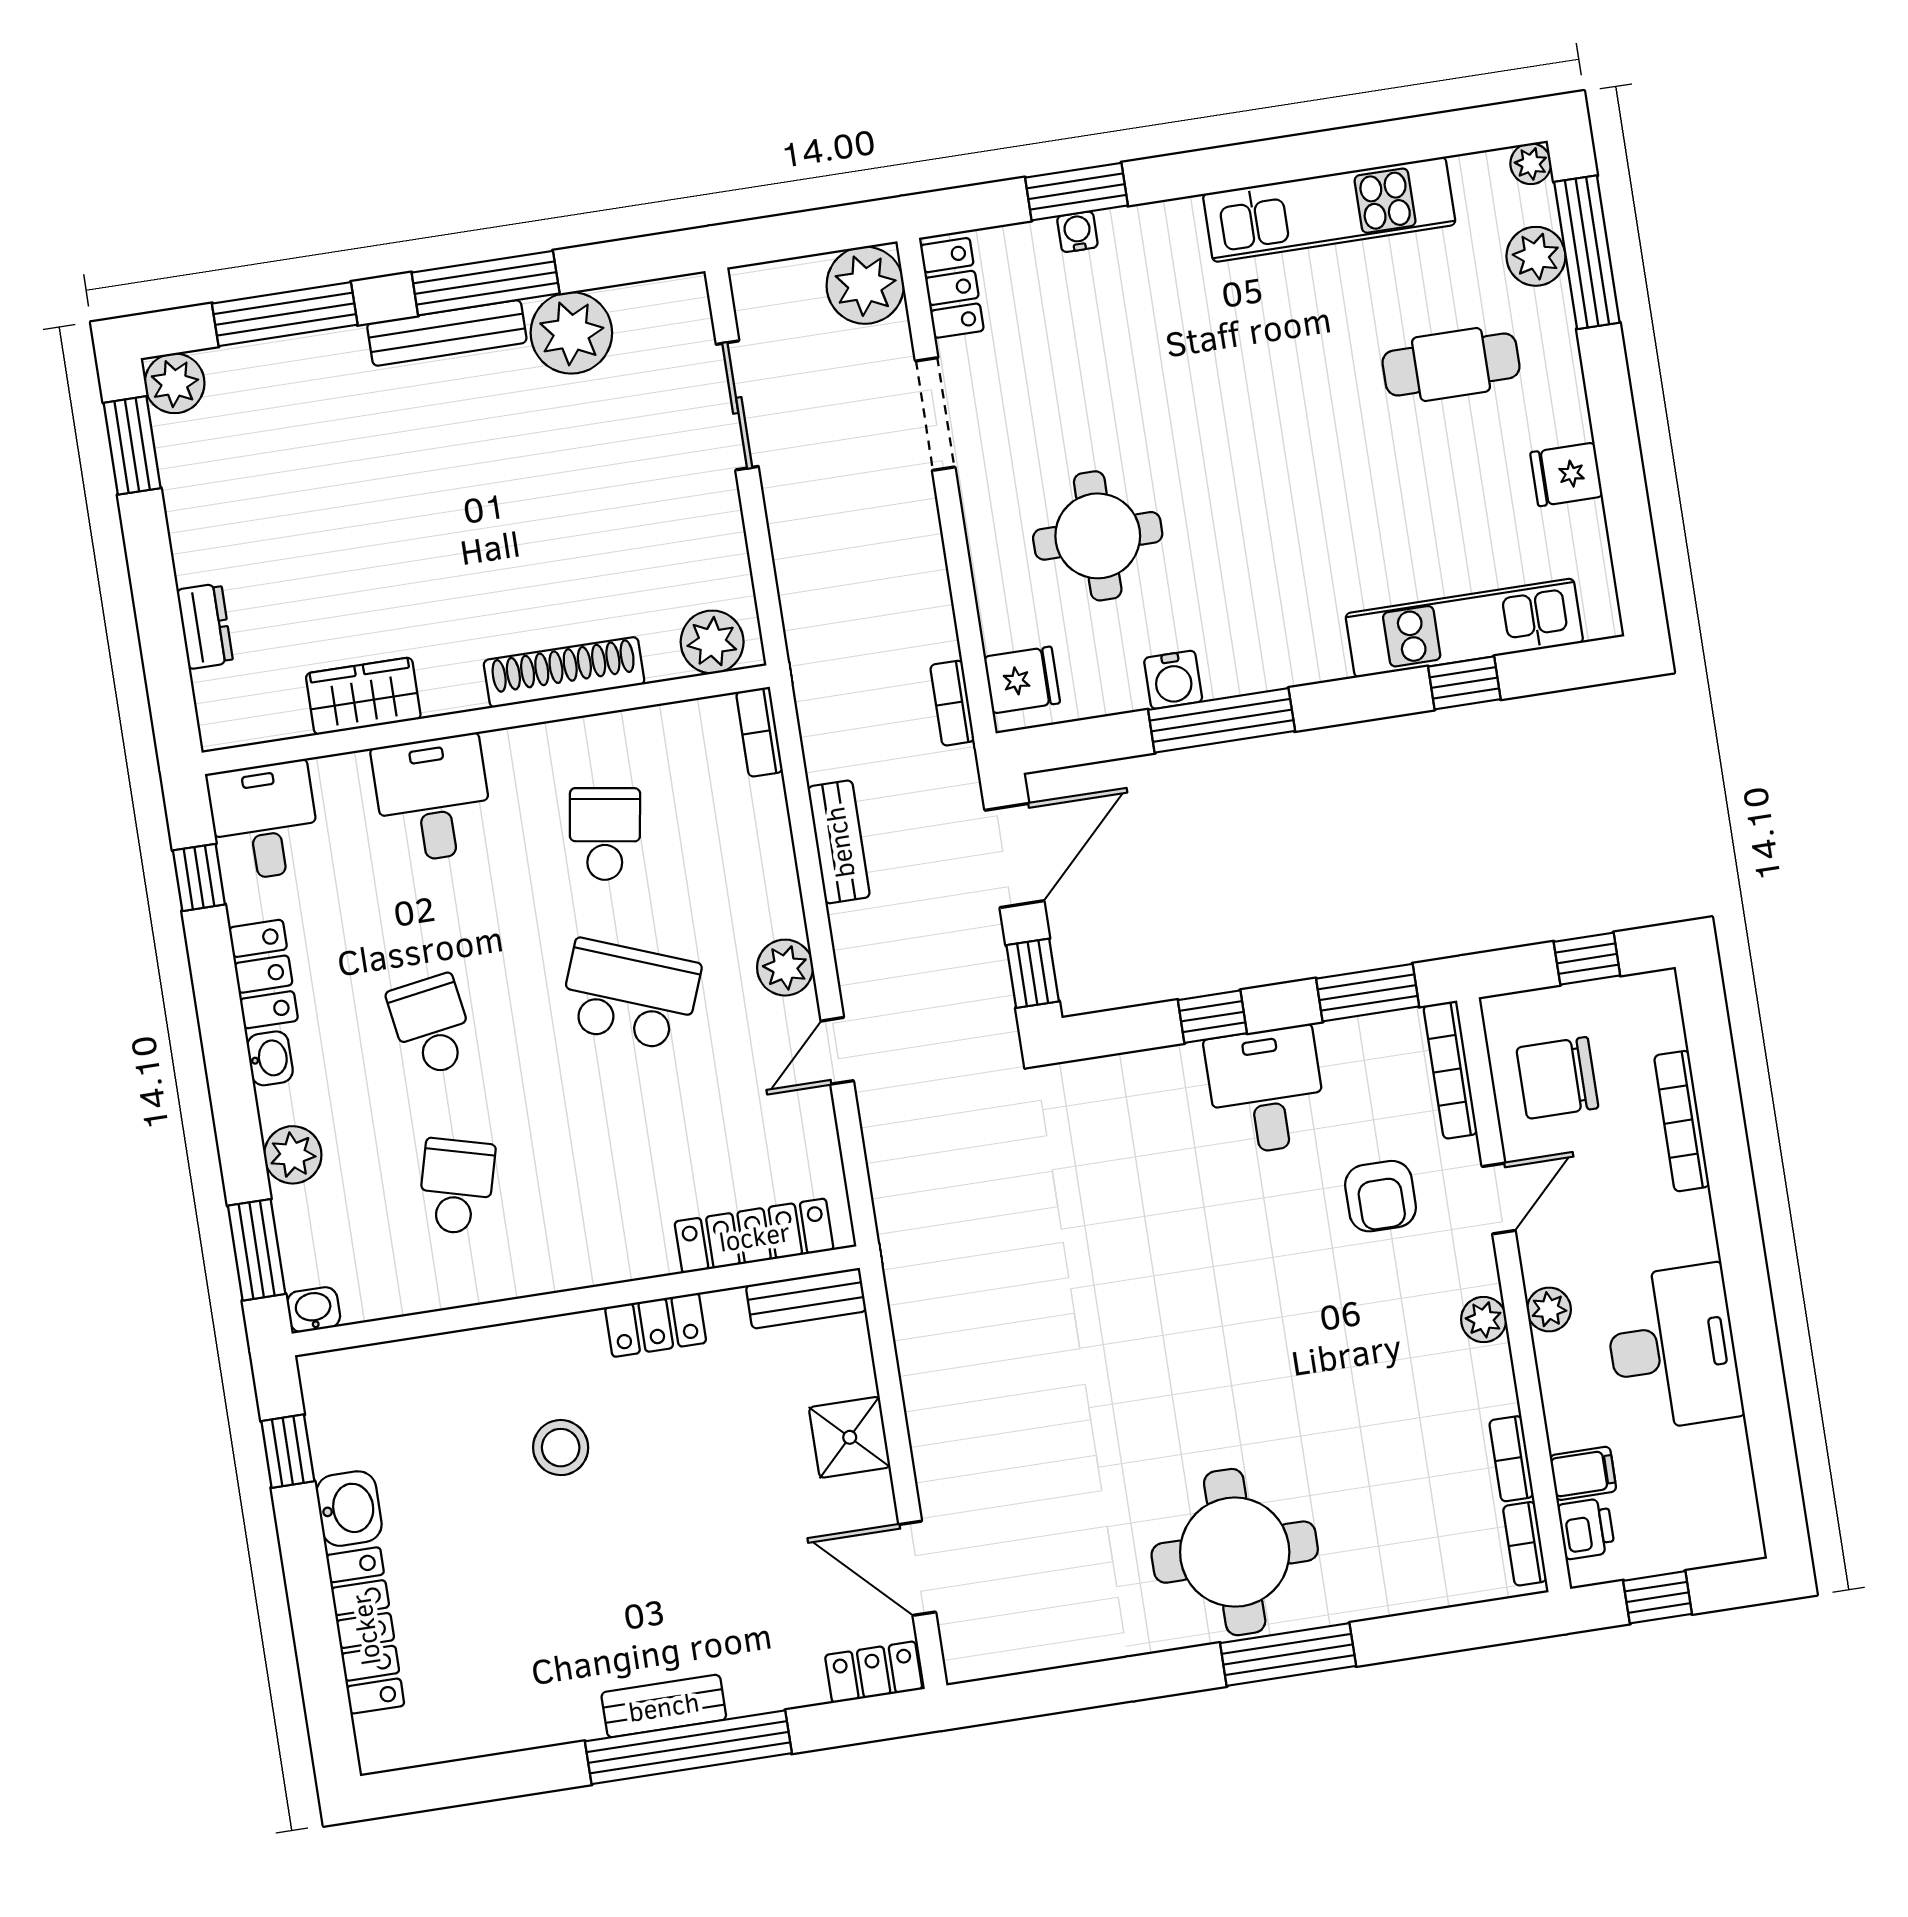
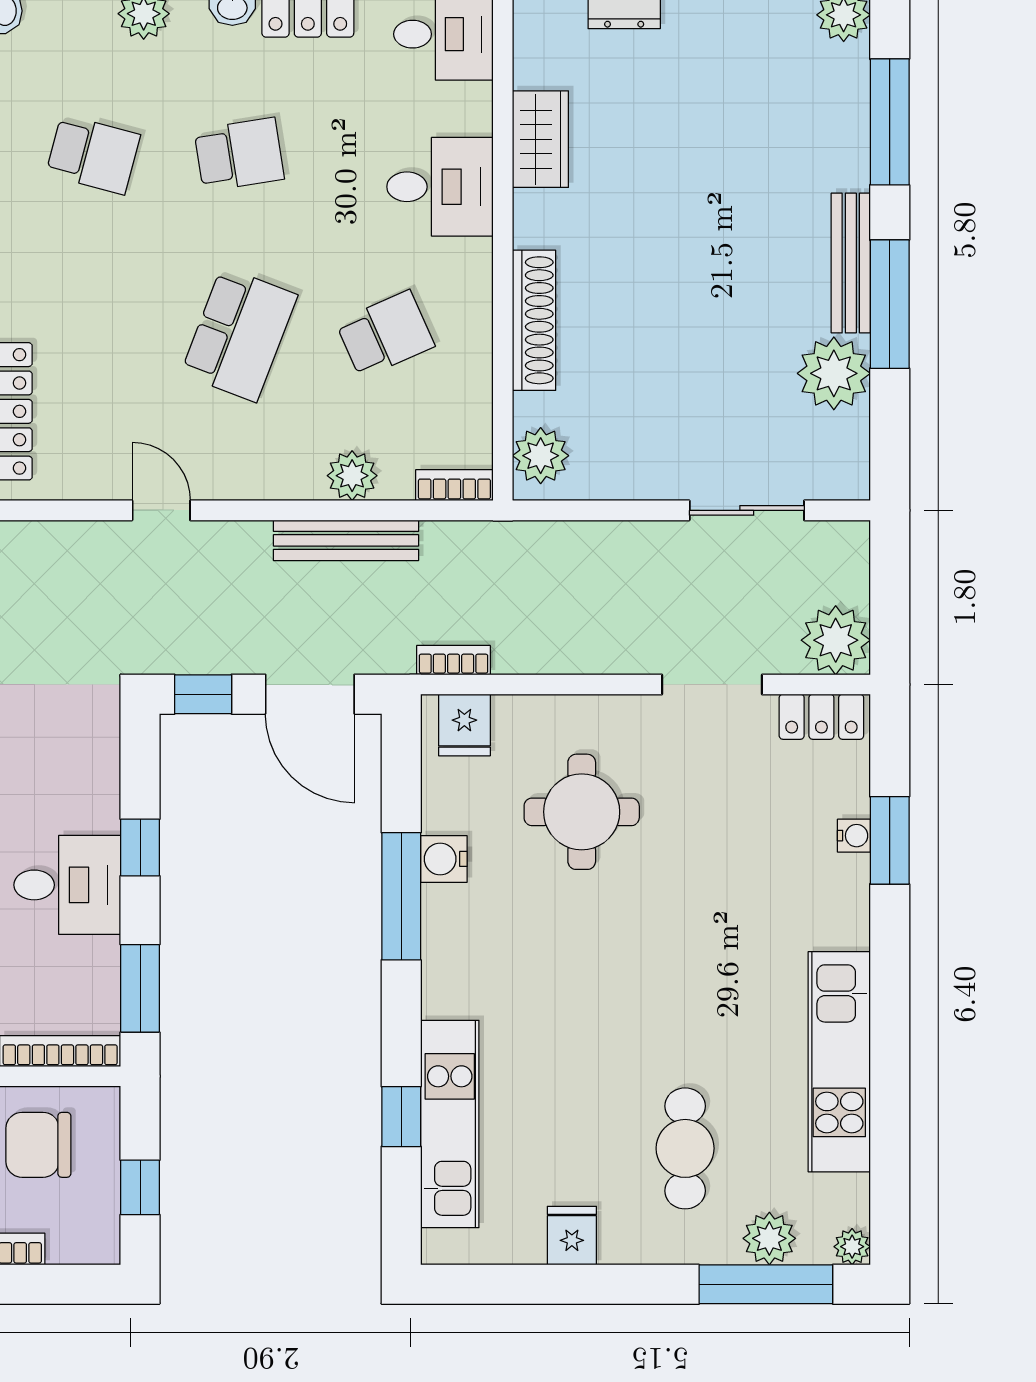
school desk: (605, 834) -> (385, 334), turned -33
bench: (839, 842) -> (346, 540), width x1.36
plant: (785, 968) -> (352, 476), moved
chair: (1557, 1078) -> (38, 1145), turned -90

